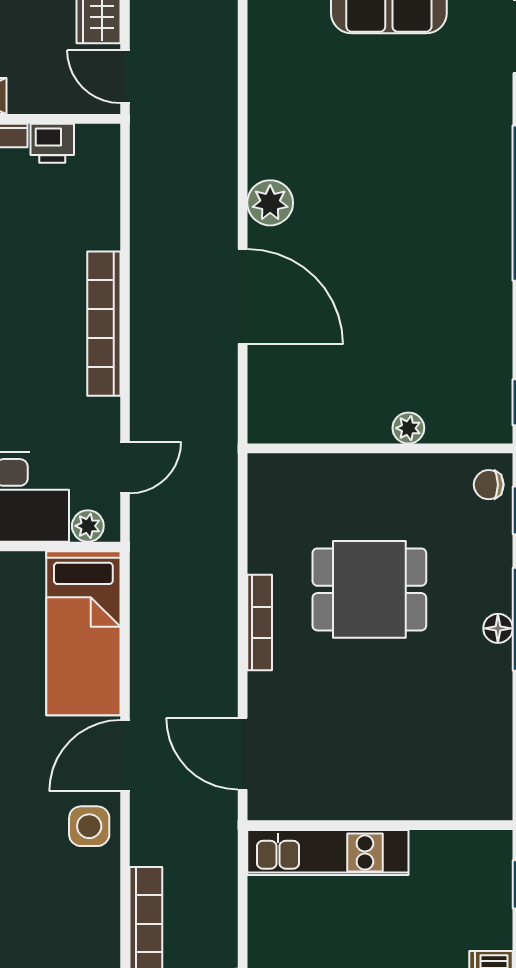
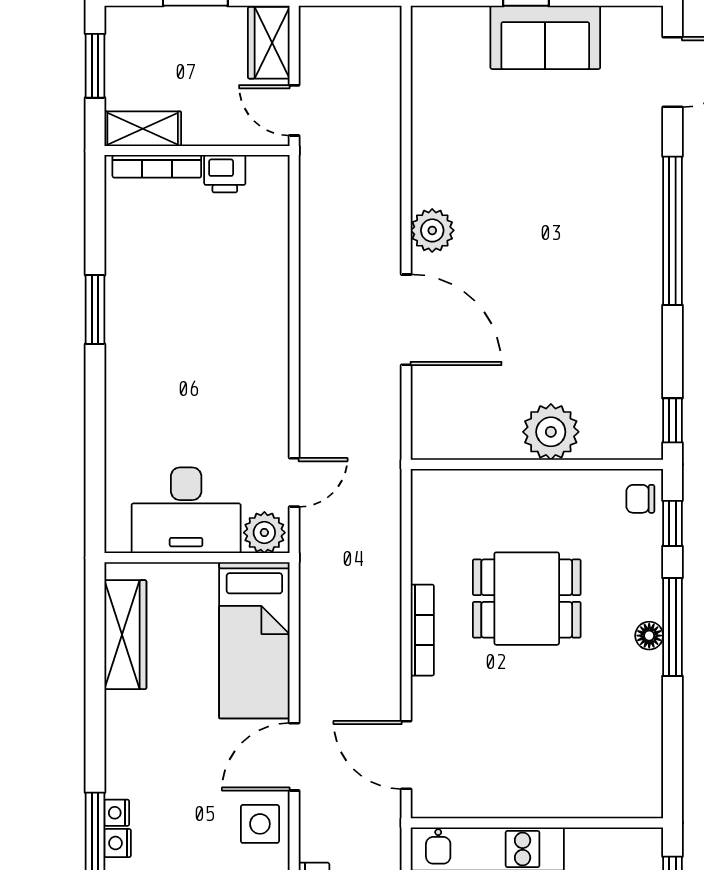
bookcase: (104, 324) -> (274, 345), removed
plant: (408, 428) -> (551, 432), width x1.88, depth x1.88
plant: (88, 526) -> (264, 533), width x1.38, depth x1.38

